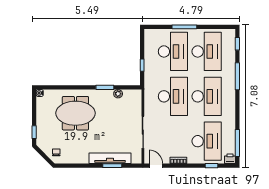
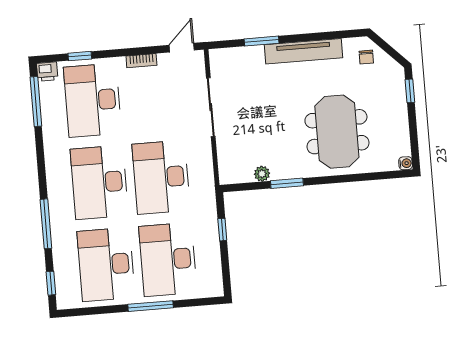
meeting table: (75, 113) -> (337, 132), turned 90
tv unit: (110, 158) -> (304, 51), moved
door: (156, 166) -> (182, 48), swing flipped

